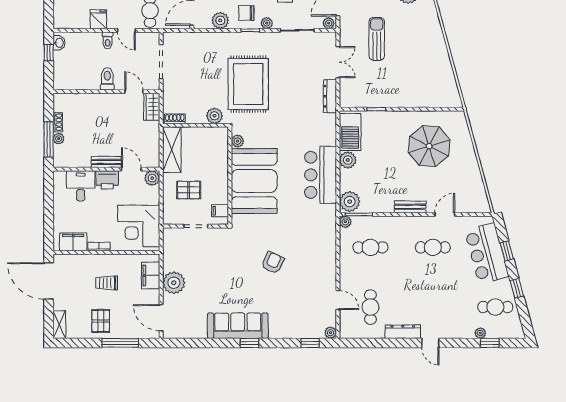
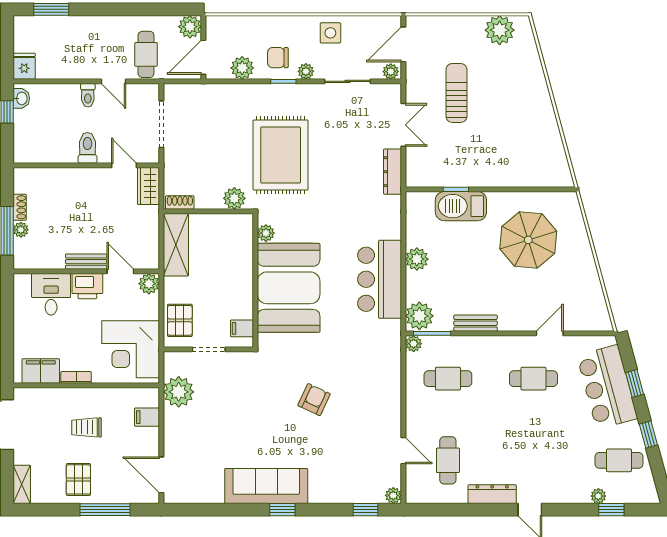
fridge: (98, 19) -> (24, 66), moved
barbecue: (350, 132) -> (461, 206), moved, turned 90
pallet: (189, 190) -> (180, 320), moved, turned 90
bench: (410, 207) -> (476, 323), moved
filing cabinet: (151, 275) -> (147, 417), width x0.50
plant: (174, 283) -> (179, 392), moved

